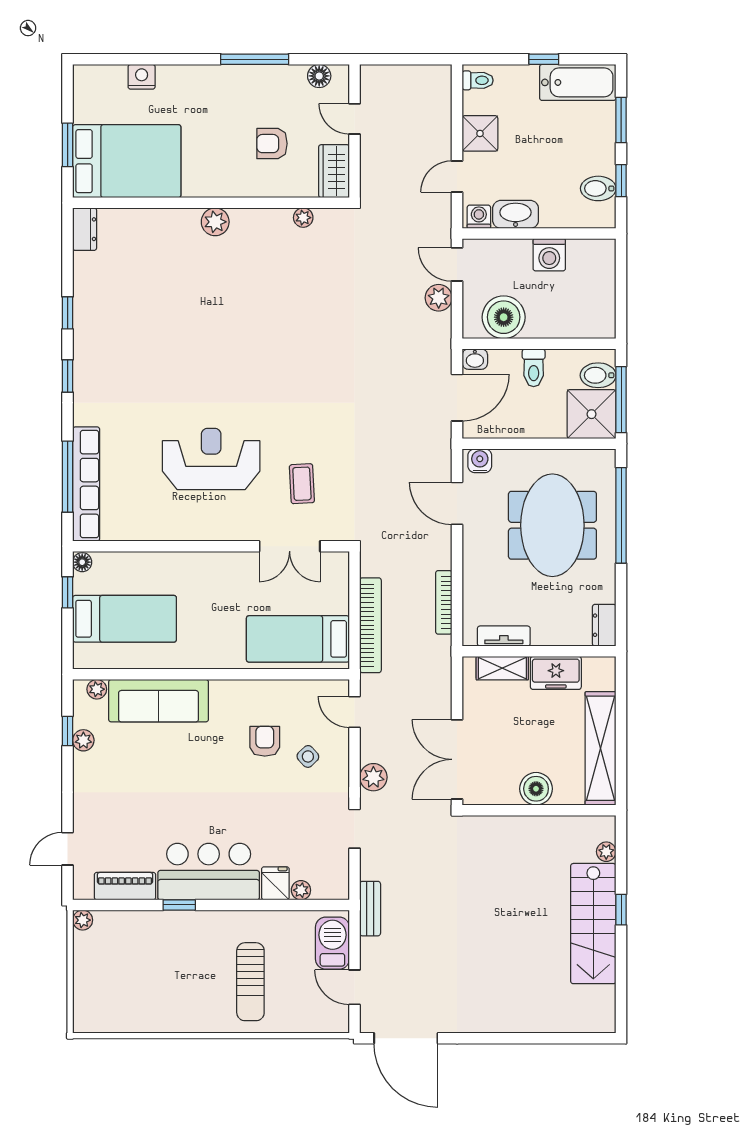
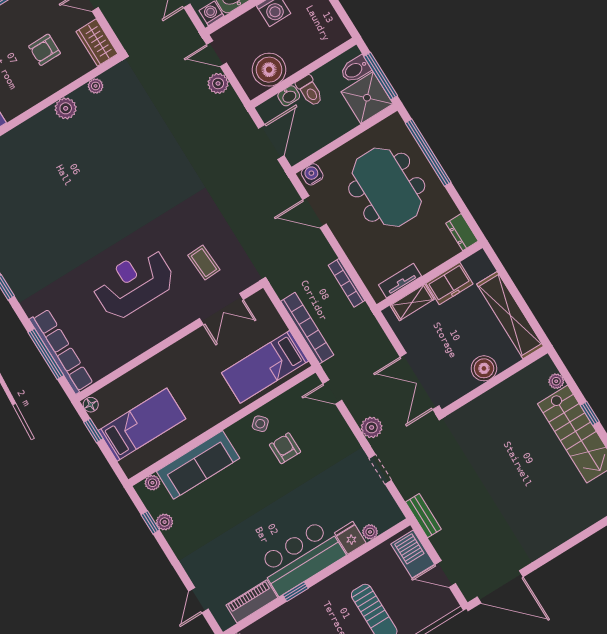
plant: (215, 222) -> (66, 108), moved
washbasin: (475, 359) -> (289, 96), moved
side table: (308, 756) -> (260, 424), moved

